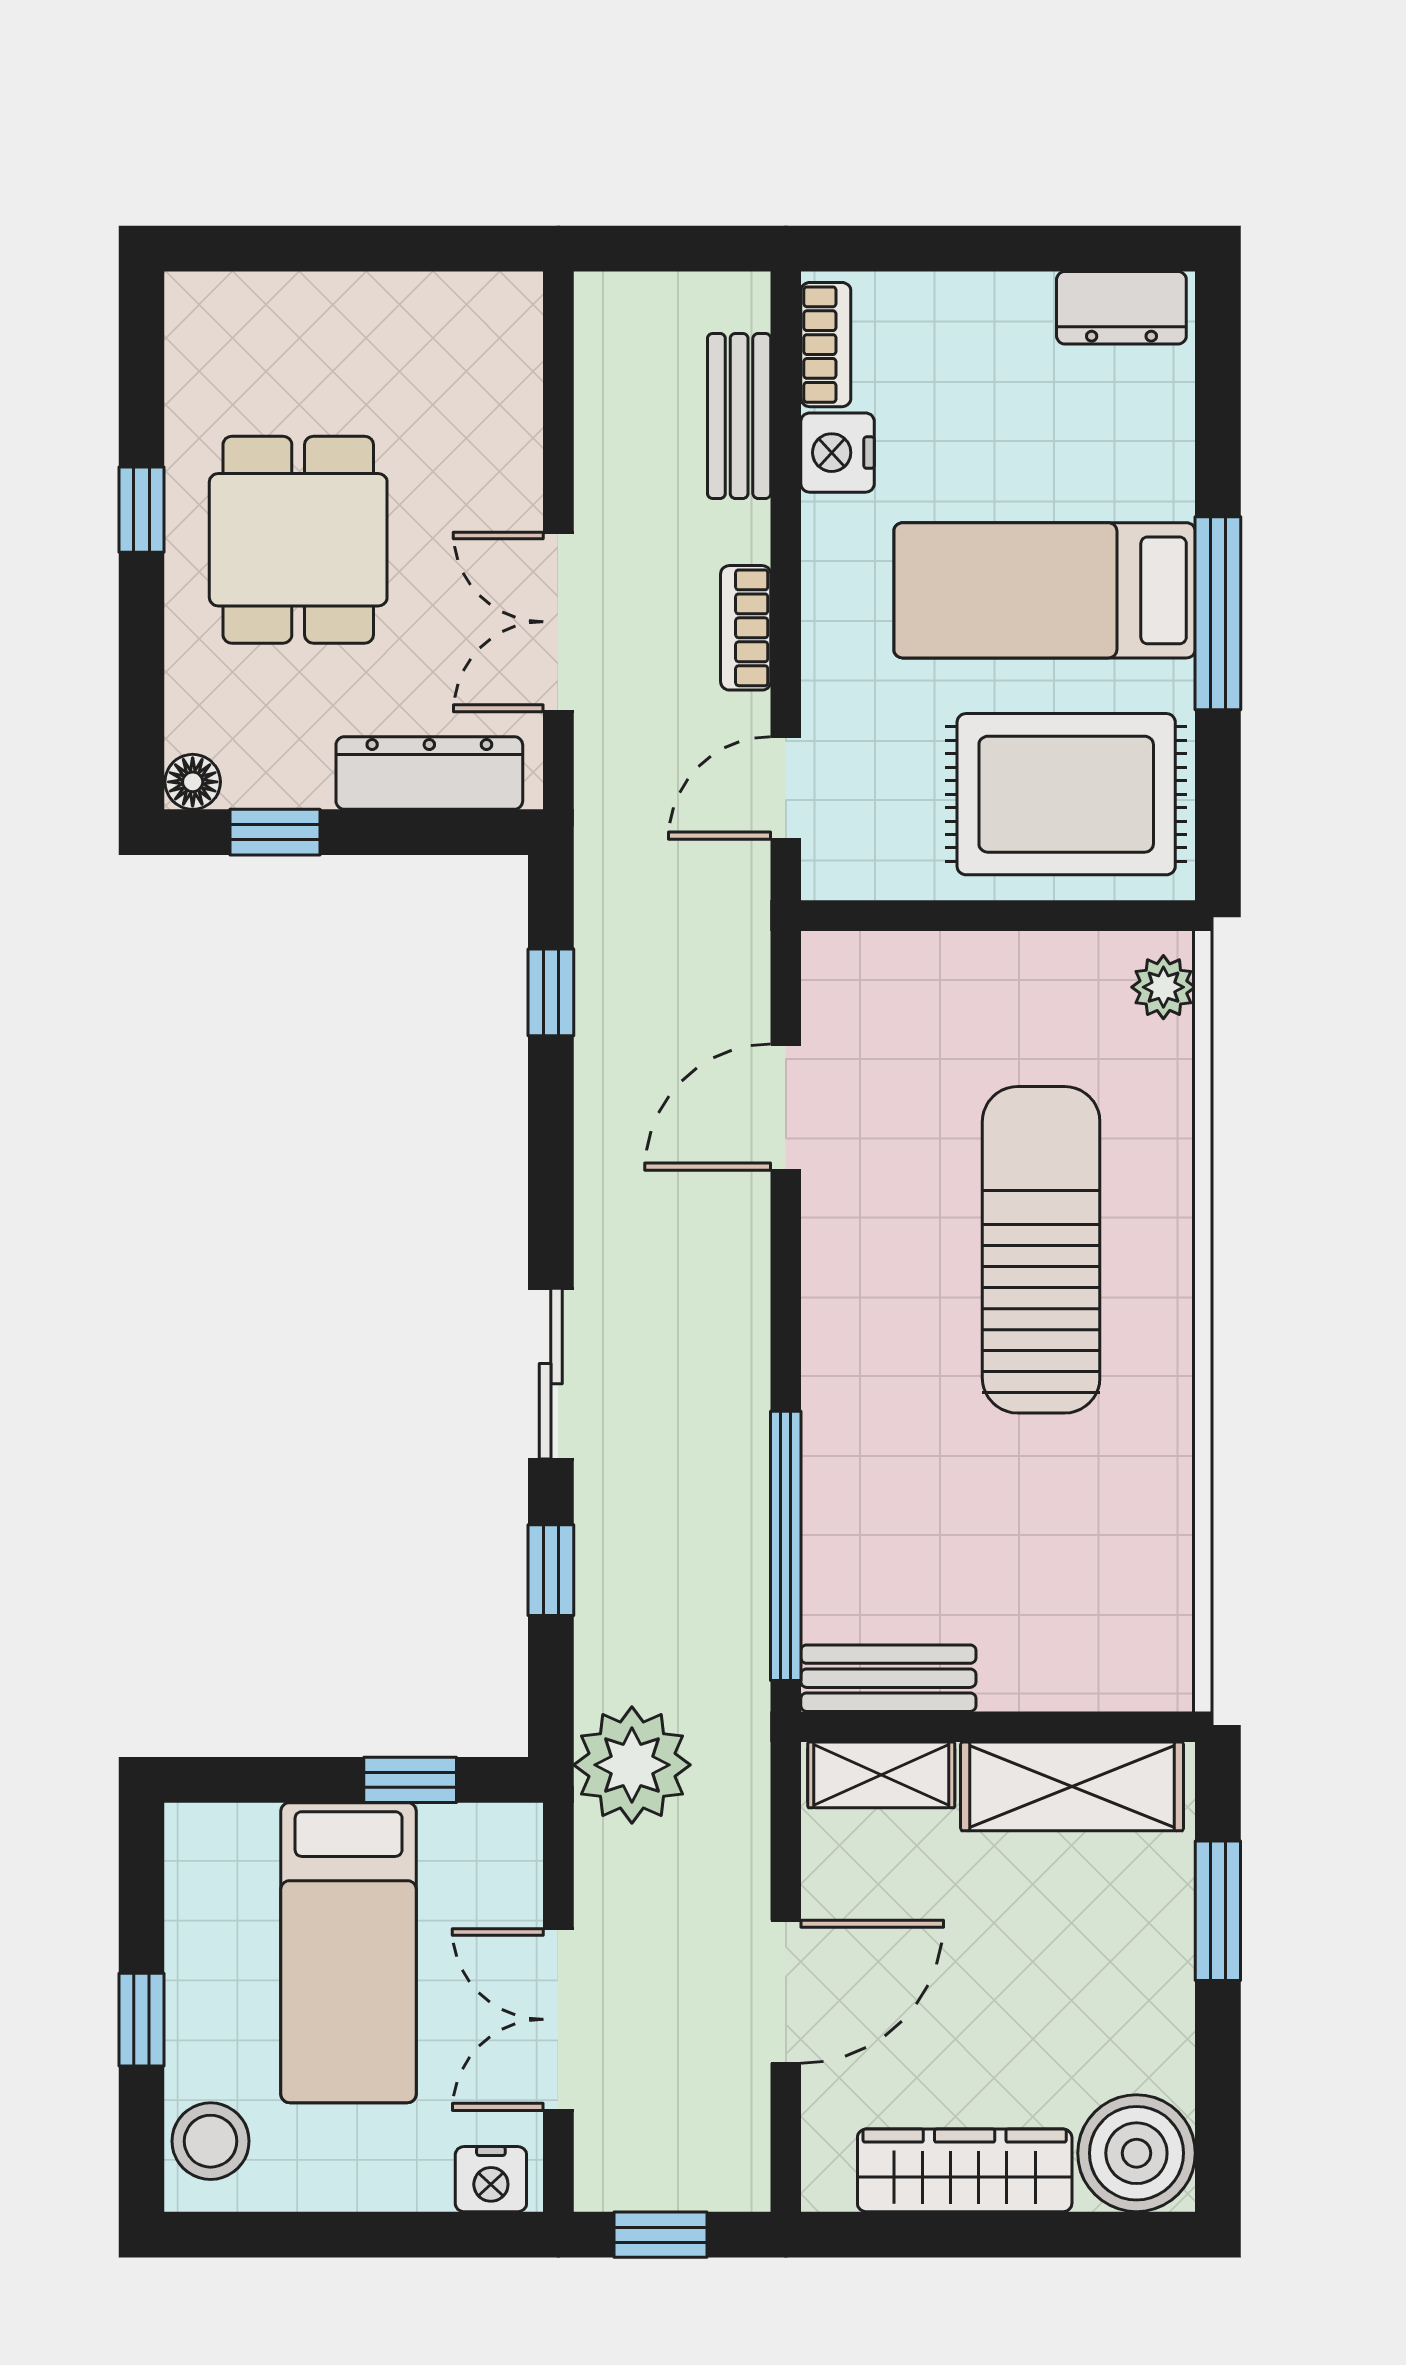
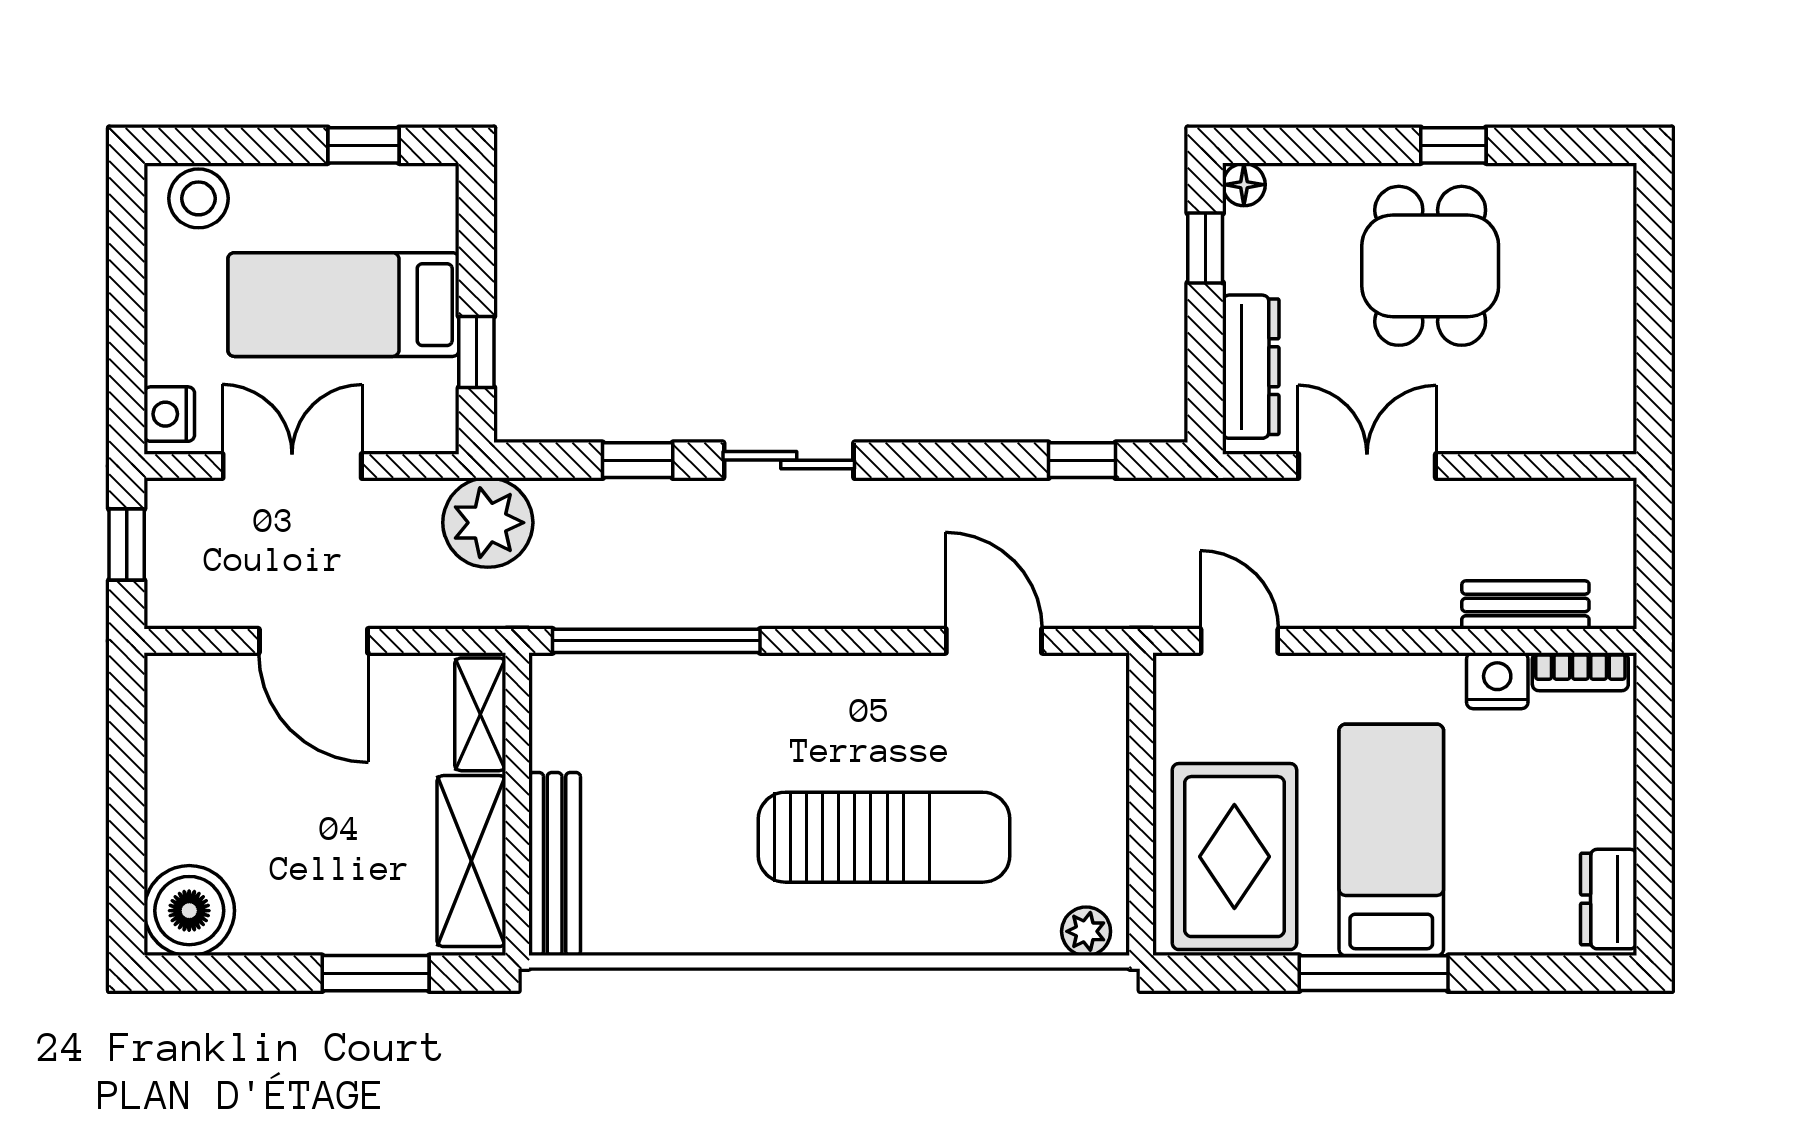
dining table: (298, 540) -> (1430, 266), turned 90
bookcase: (746, 628) -> (1362, 610), removed
bench: (888, 1678) -> (555, 864), moved, width x1.36
window: (141, 2020) -> (363, 145), moved
wardrobe: (965, 2170) -> (176, 778), removed

